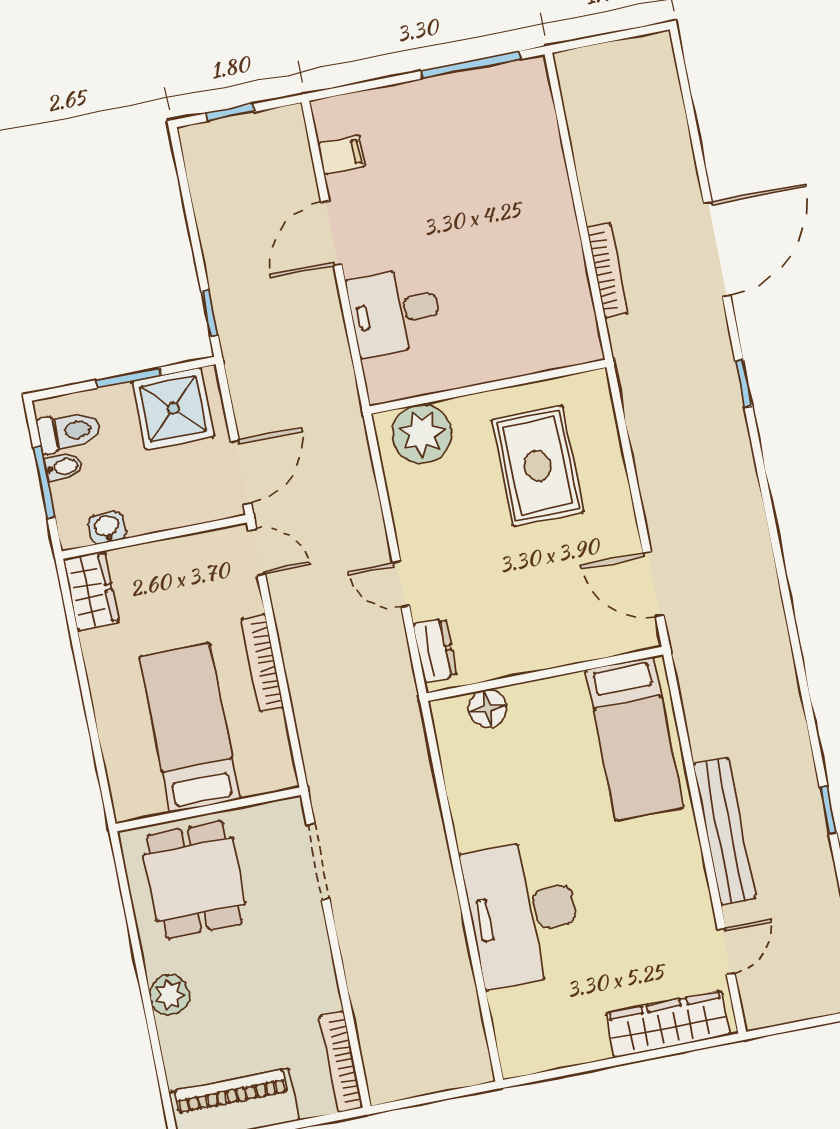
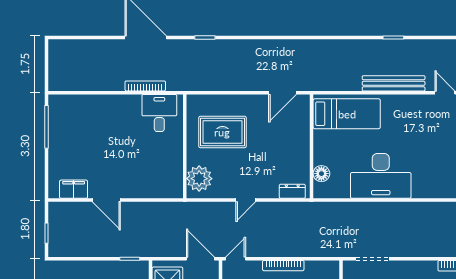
filing cabinet: (341, 155) -> (74, 189), width x2.00
desk: (395, 312) -> (159, 113), moved, turned 180
door: (401, 584) -> (246, 200), moved
desk: (523, 913) -> (381, 176), moved

